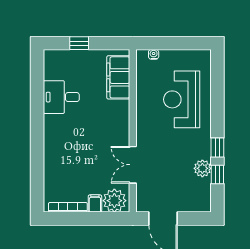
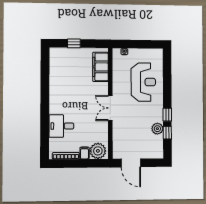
desk: (61, 97) -> (61, 126), moved
reception desk: (182, 99) -> (143, 82), turned 180
double door: (133, 165) -> (110, 108), moved

